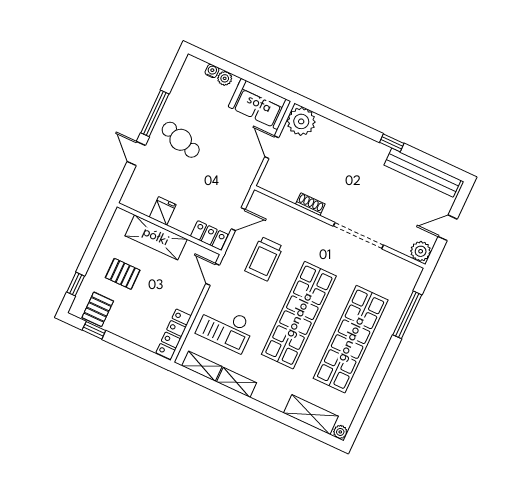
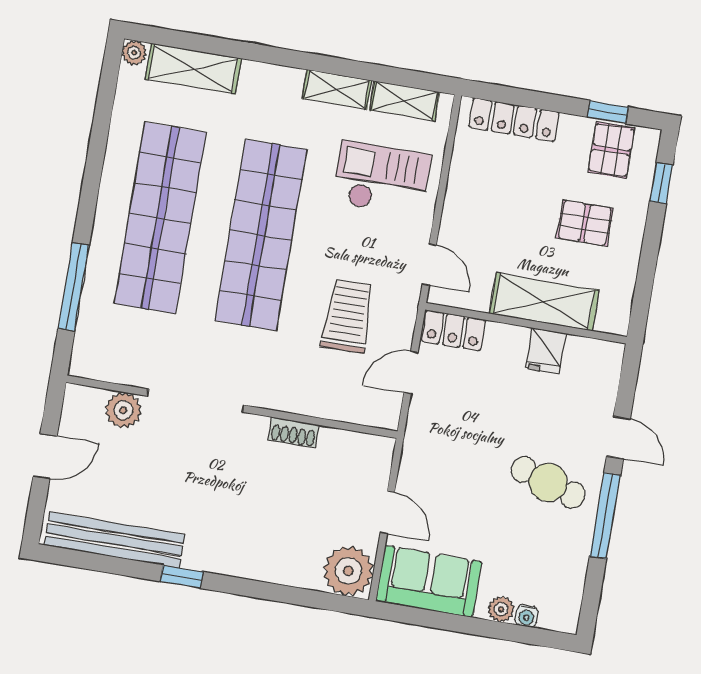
plant: (421, 251) -> (123, 410), moved
locker: (174, 334) -> (514, 120), moved, turned 90

